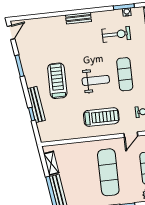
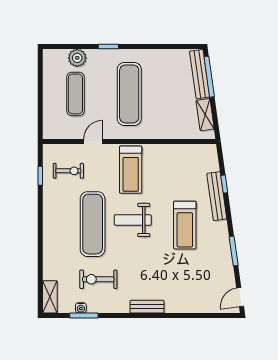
exercise mat: (125, 74) -> (93, 224), width x1.36, depth x1.45
treadmill: (101, 117) -> (131, 170), turned -90

